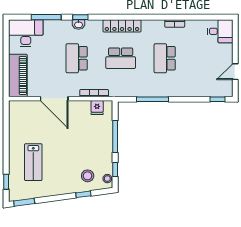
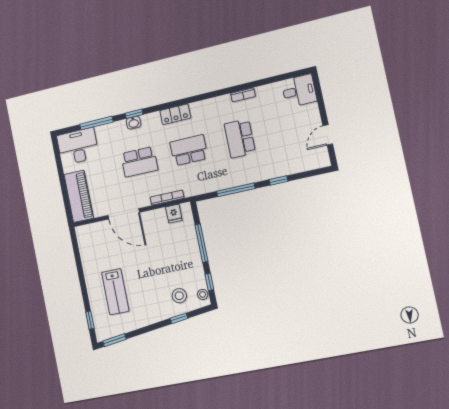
locker: (122, 26) -> (175, 114), width x0.66
school desk: (77, 58) -> (139, 162), turned -90
school desk: (121, 58) -> (189, 150), turned 180
window: (217, 99) -> (279, 180), moved

